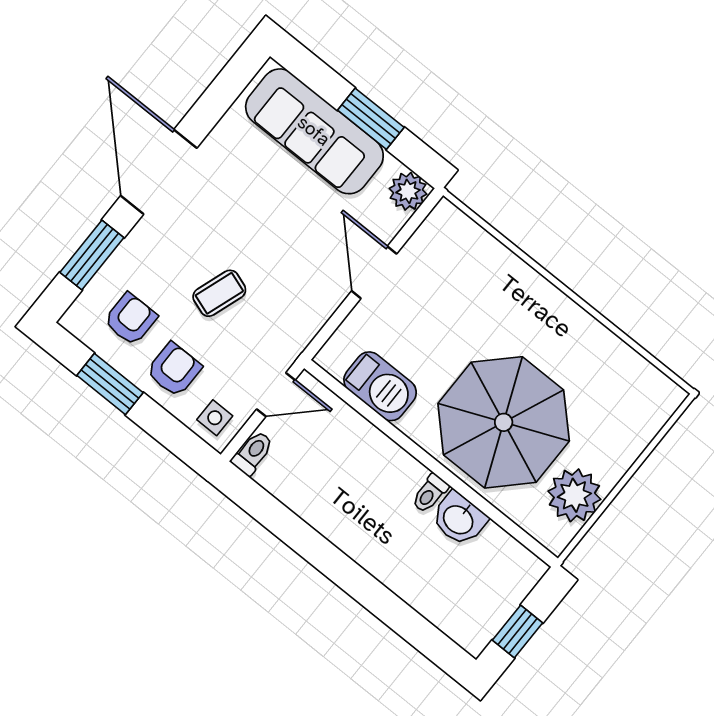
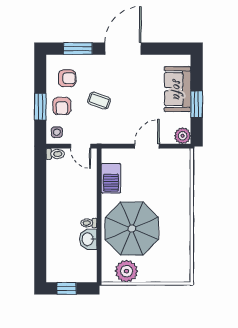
sofa: (314, 131) -> (178, 89), width x0.73
armchair: (174, 370) -> (62, 106), turned 90
window: (110, 384) -> (40, 107), moved

